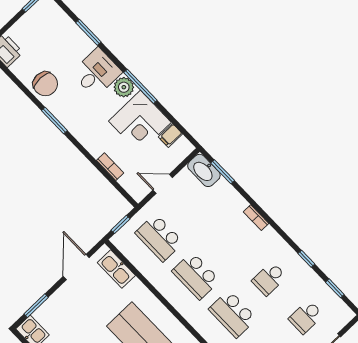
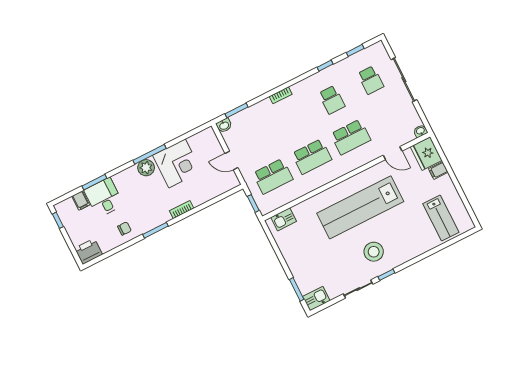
desk: (97, 73) -> (104, 198), moved
chair: (45, 84) -> (124, 229), width x0.54, depth x0.54
filing cabinet: (170, 135) -> (81, 201), moved
bookcase: (110, 167) -> (182, 210), moved
washbasin: (204, 170) -> (224, 125), width x0.52, depth x0.69
door: (163, 184) -> (231, 160), hinge flipped
door: (76, 267) -> (276, 249), removed
kitchen sink: (116, 269) -> (284, 219), width x0.73

